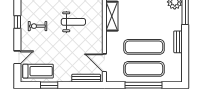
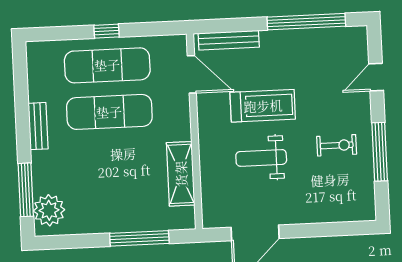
window: (17, 22) -> (380, 152), width x2.17
treadmill: (38, 71) -> (263, 106), moved, turned 180
window: (49, 85) -> (306, 22), width x2.11
window: (144, 85) -> (106, 31), width x0.32

